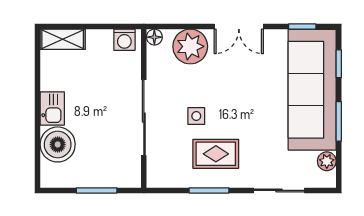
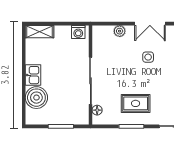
floor lamp: (154, 37) -> (97, 110), moved
plant: (190, 46) -> (120, 31), width x0.53, depth x0.53
side table: (196, 116) -> (148, 57), moved

